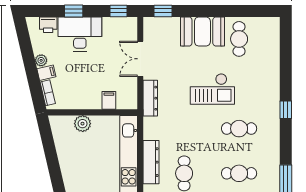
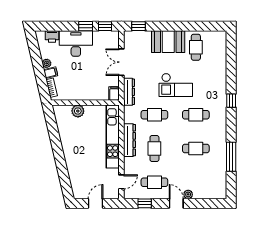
window: (74, 11) -> (86, 26), moved
filing cabinet: (109, 100) -> (114, 94), moved
cafe table: (184, 129) -> (154, 115), added

